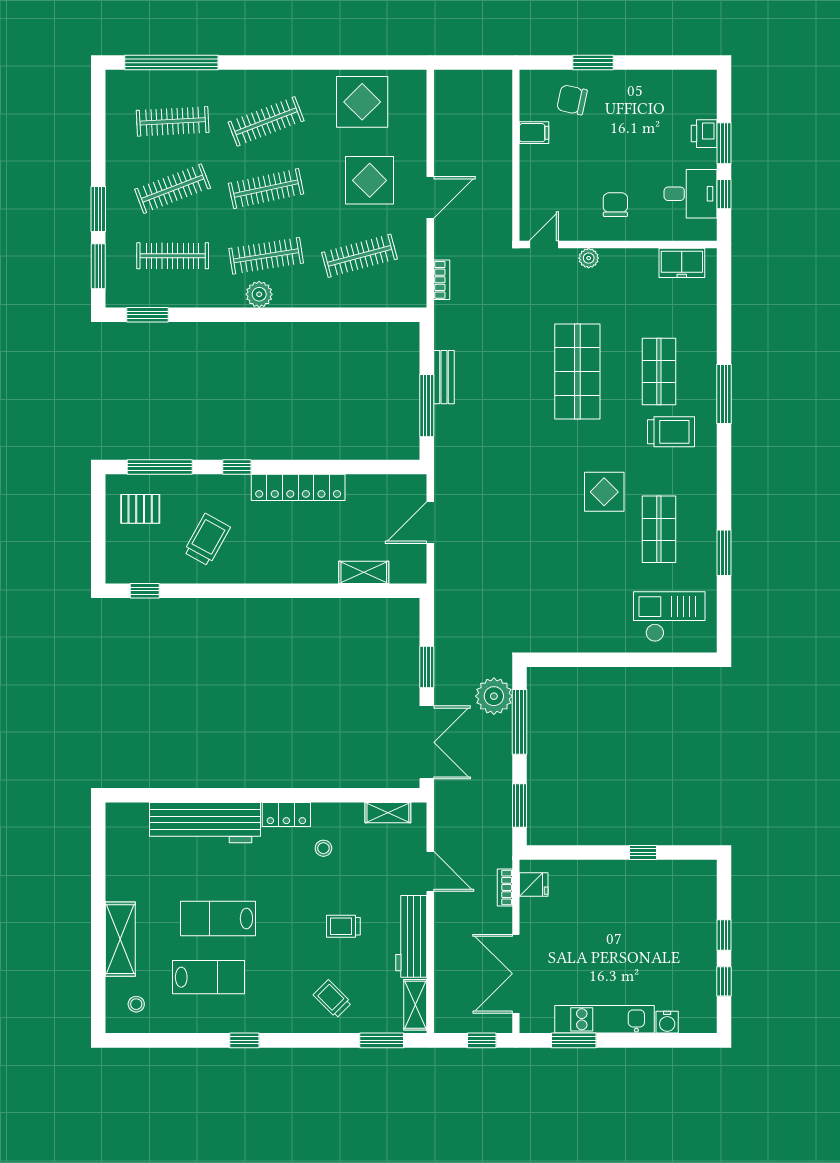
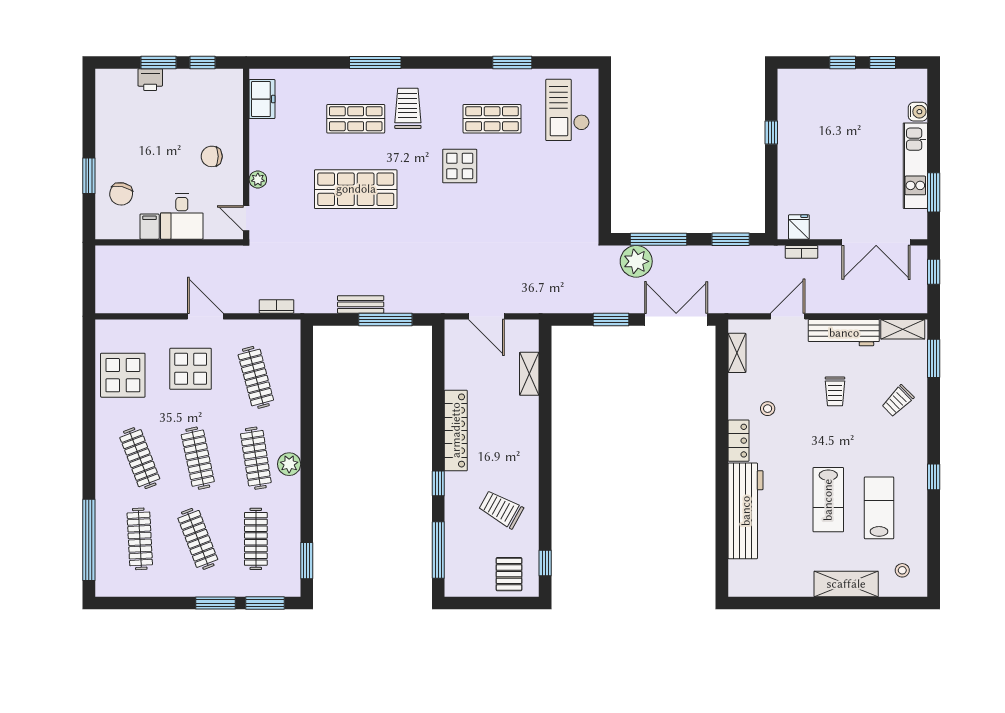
desk: (691, 194) -> (182, 216), moved, turned 180
pallet: (140, 509) -> (509, 574), moved

